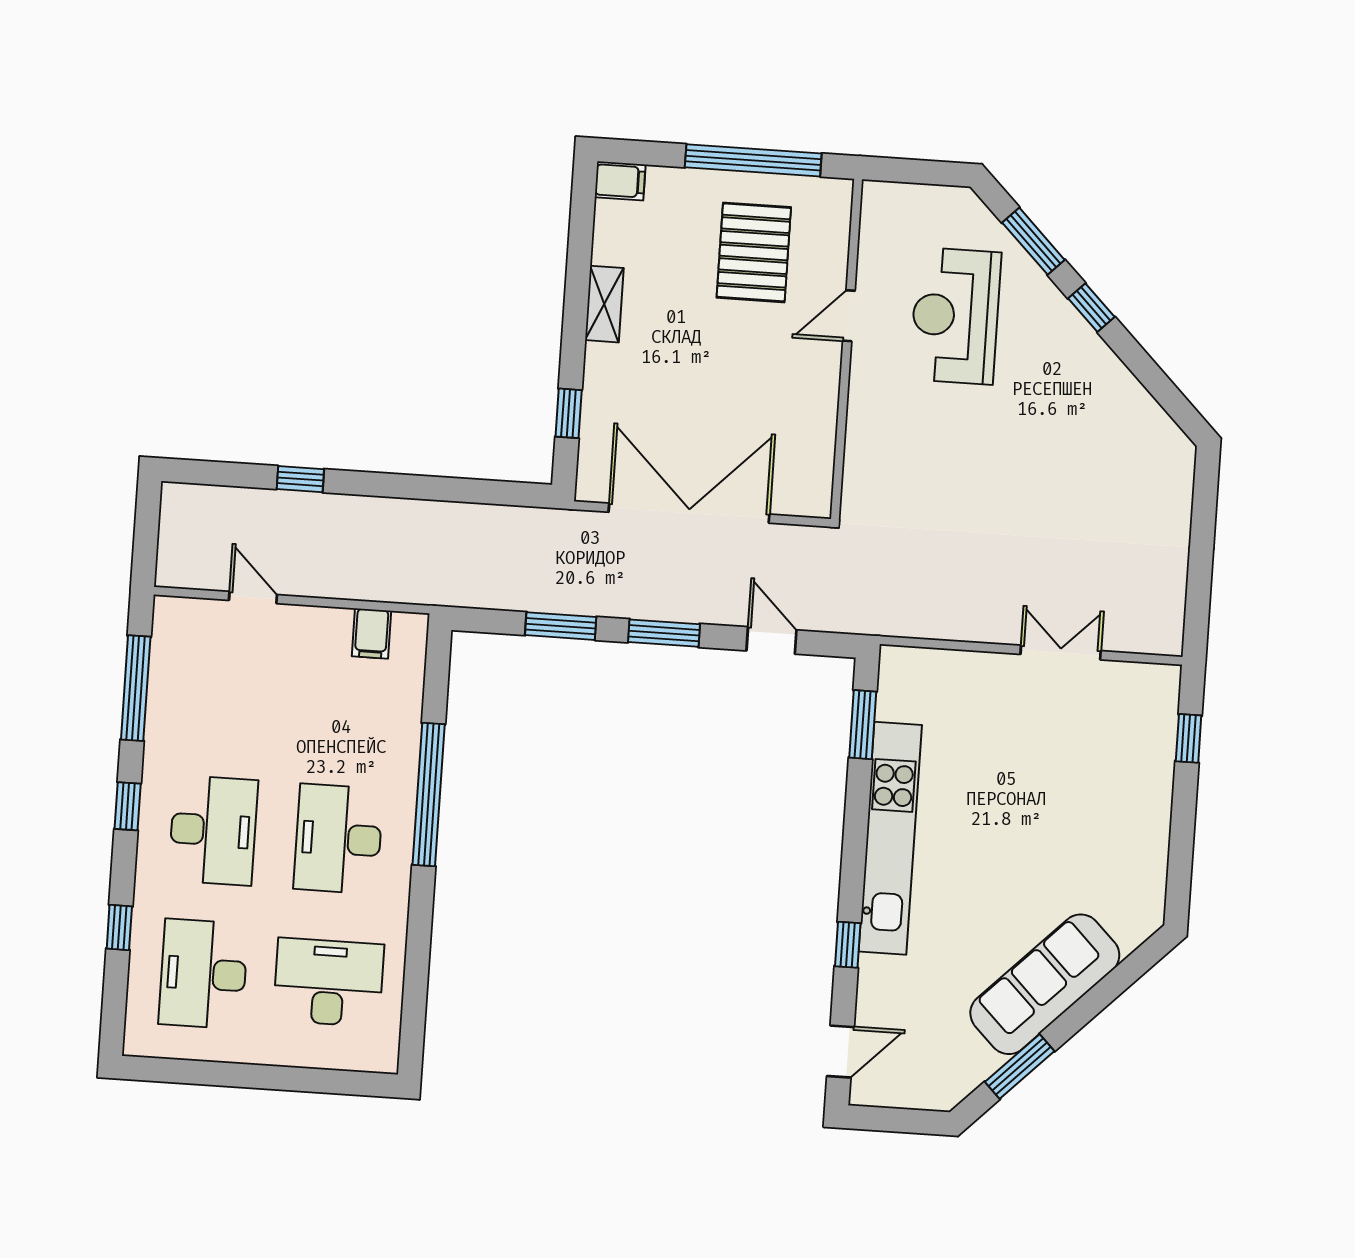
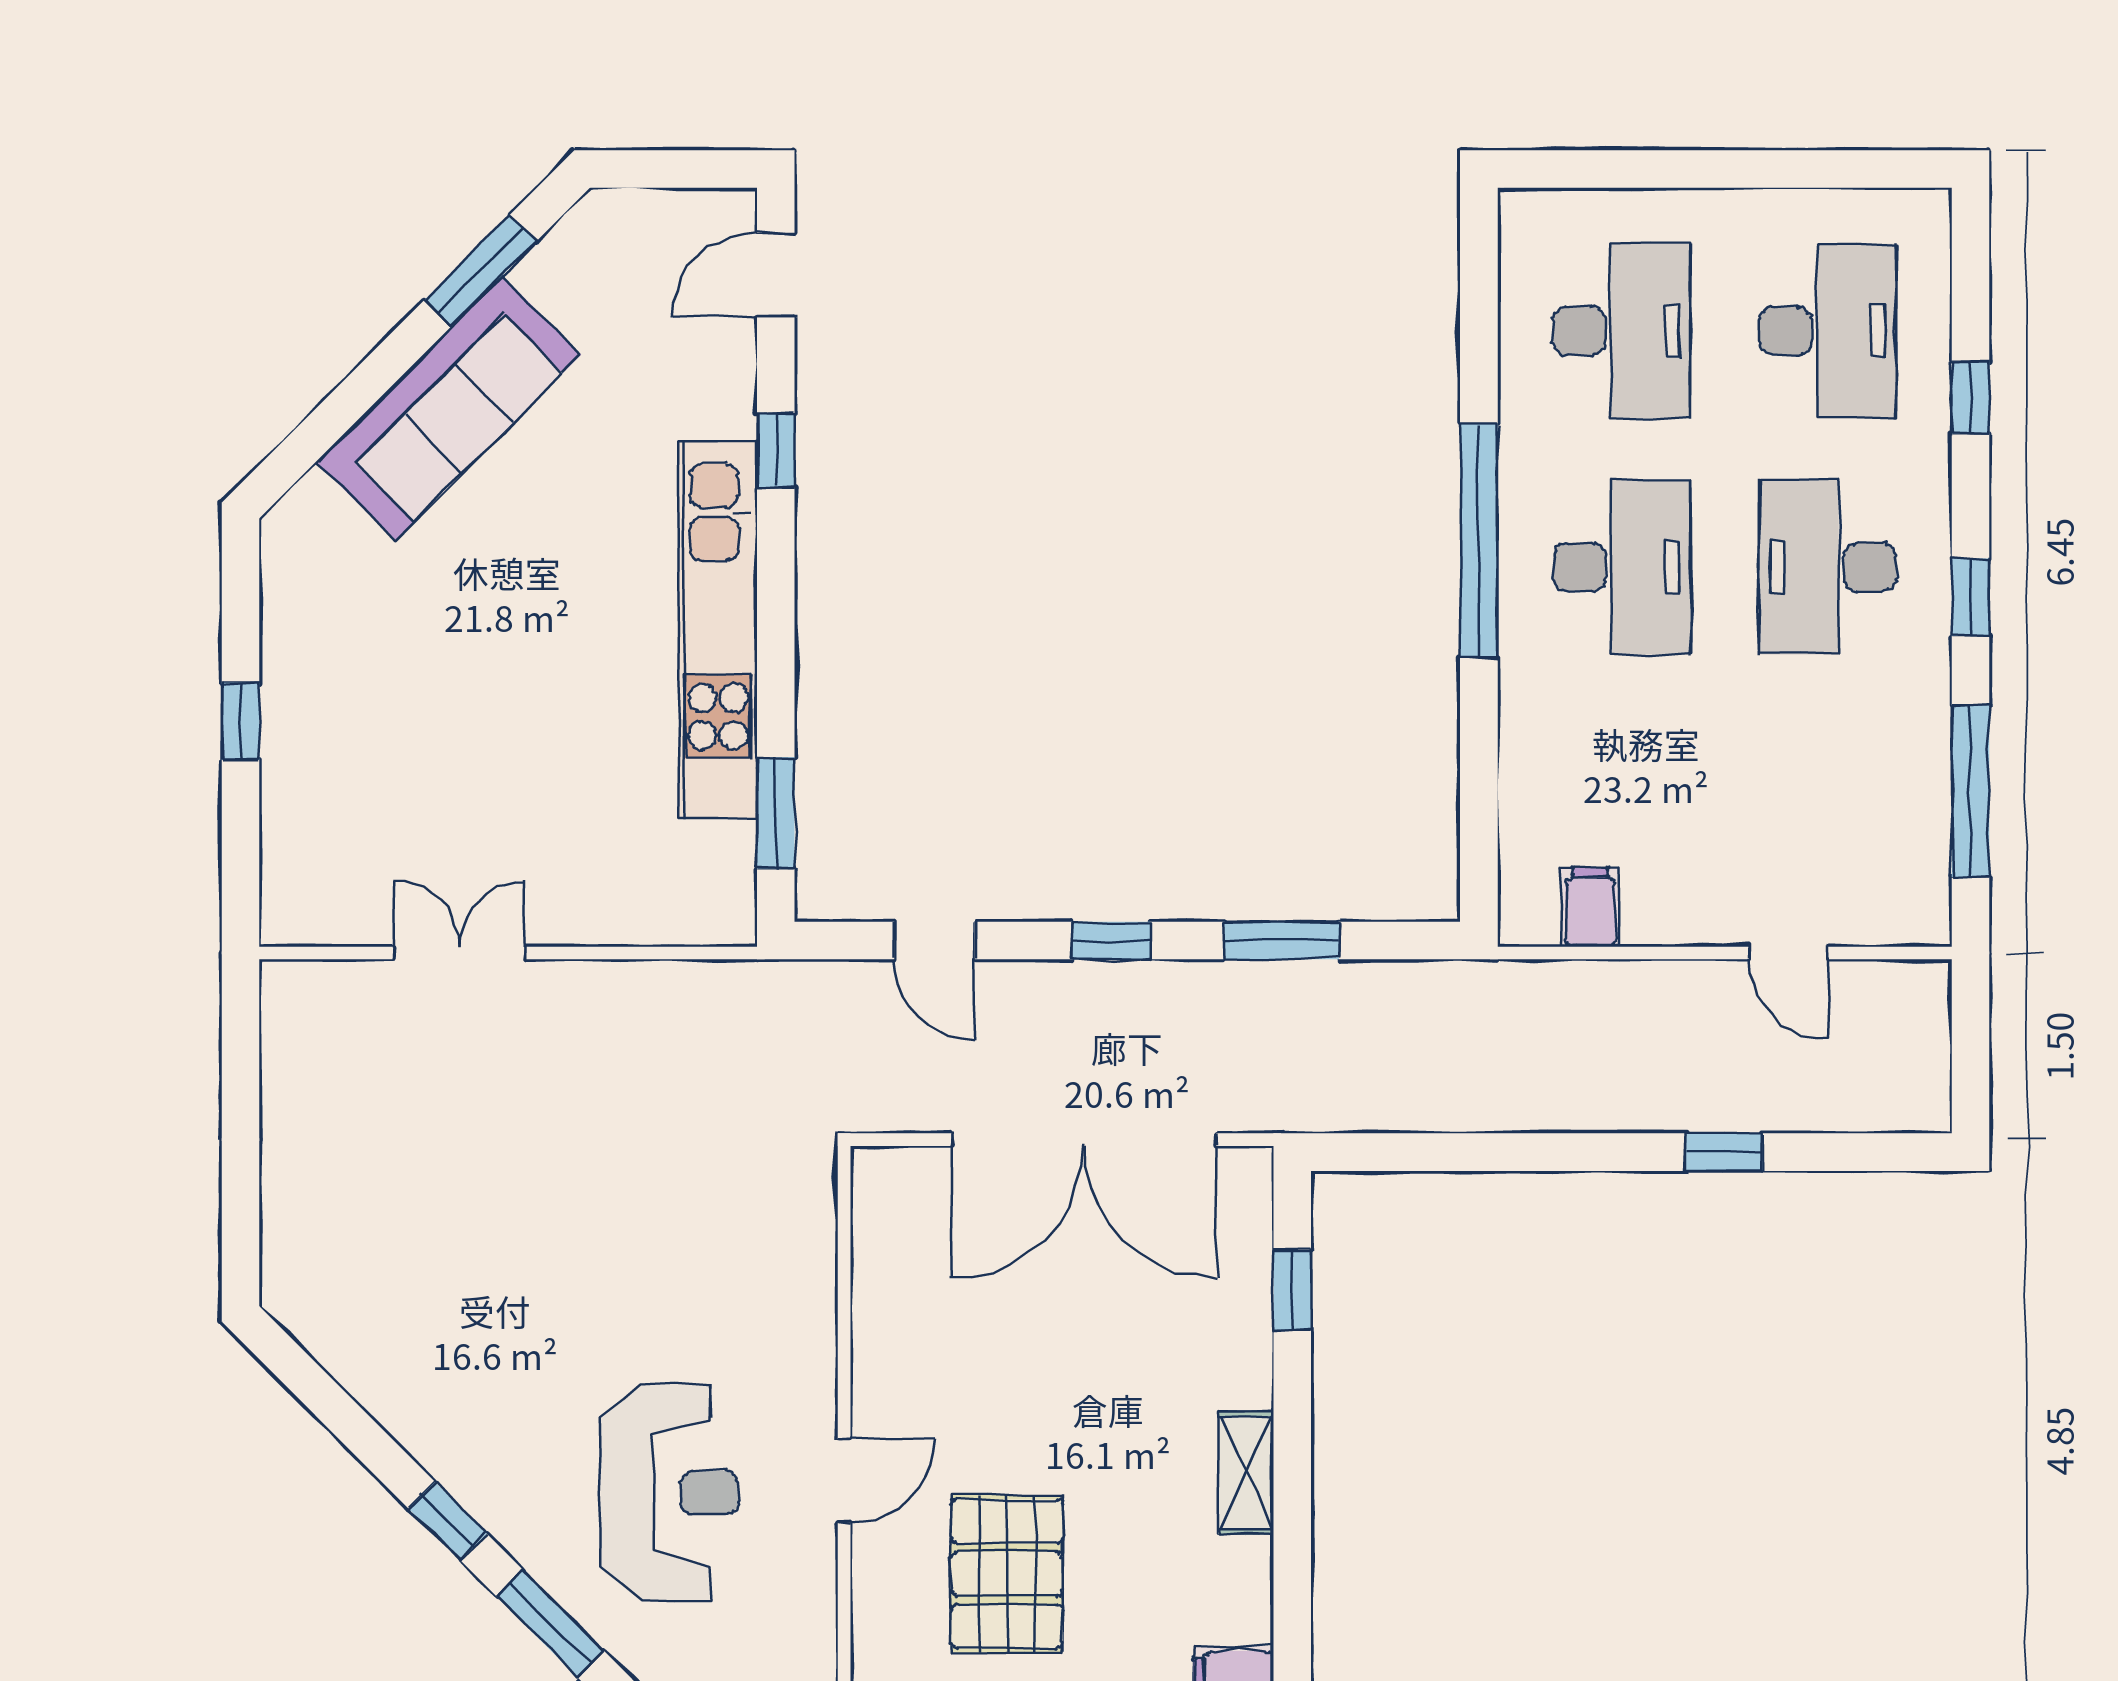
window: (664, 633) -> (1111, 941), width x0.67
double door: (1061, 653) -> (460, 953), swing flipped
window: (1189, 738) -> (241, 721), moved
window: (429, 795) -> (1479, 541), moved
desk: (329, 982) -> (1622, 331), turned -90

